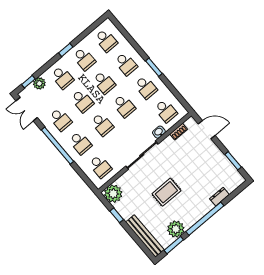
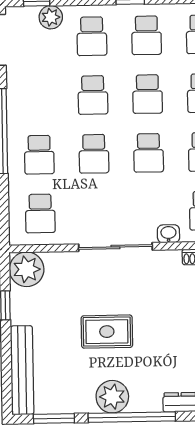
school desk: (60, 120) -> (38, 96), removed
plant: (176, 229) -> (112, 397), moved

